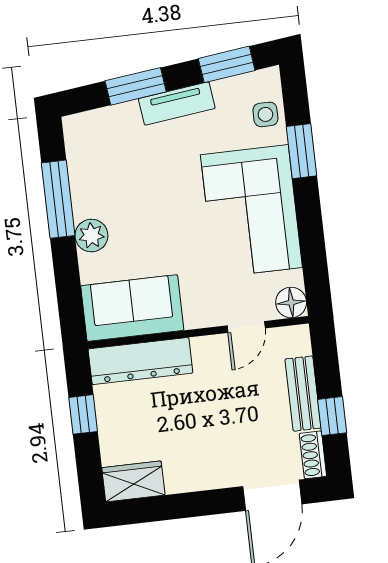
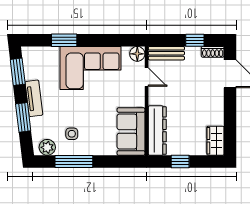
side table: (265, 114) -> (72, 134), moved
plant: (91, 236) -> (47, 147), moved
bench: (303, 394) -> (166, 53), moved

